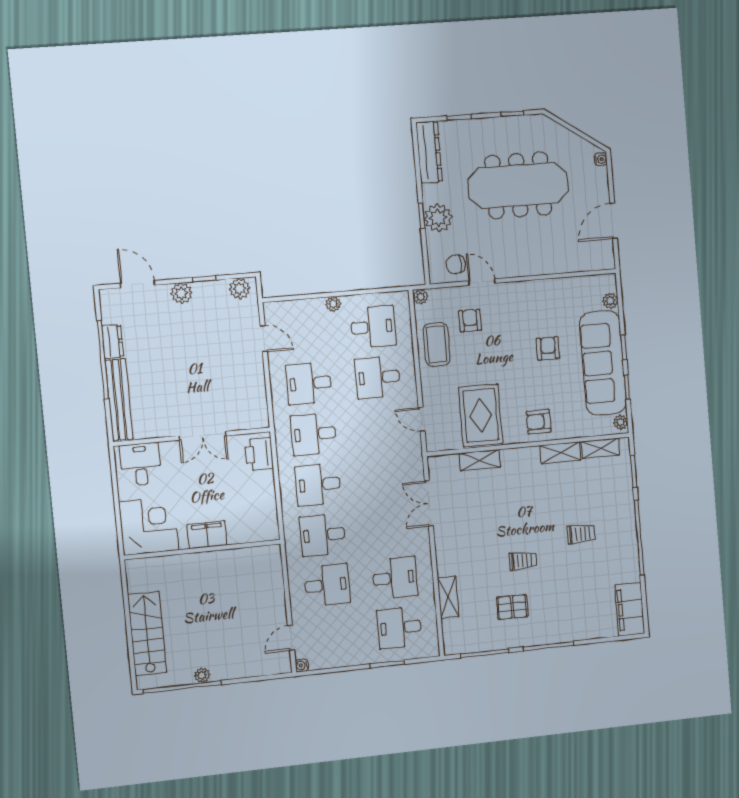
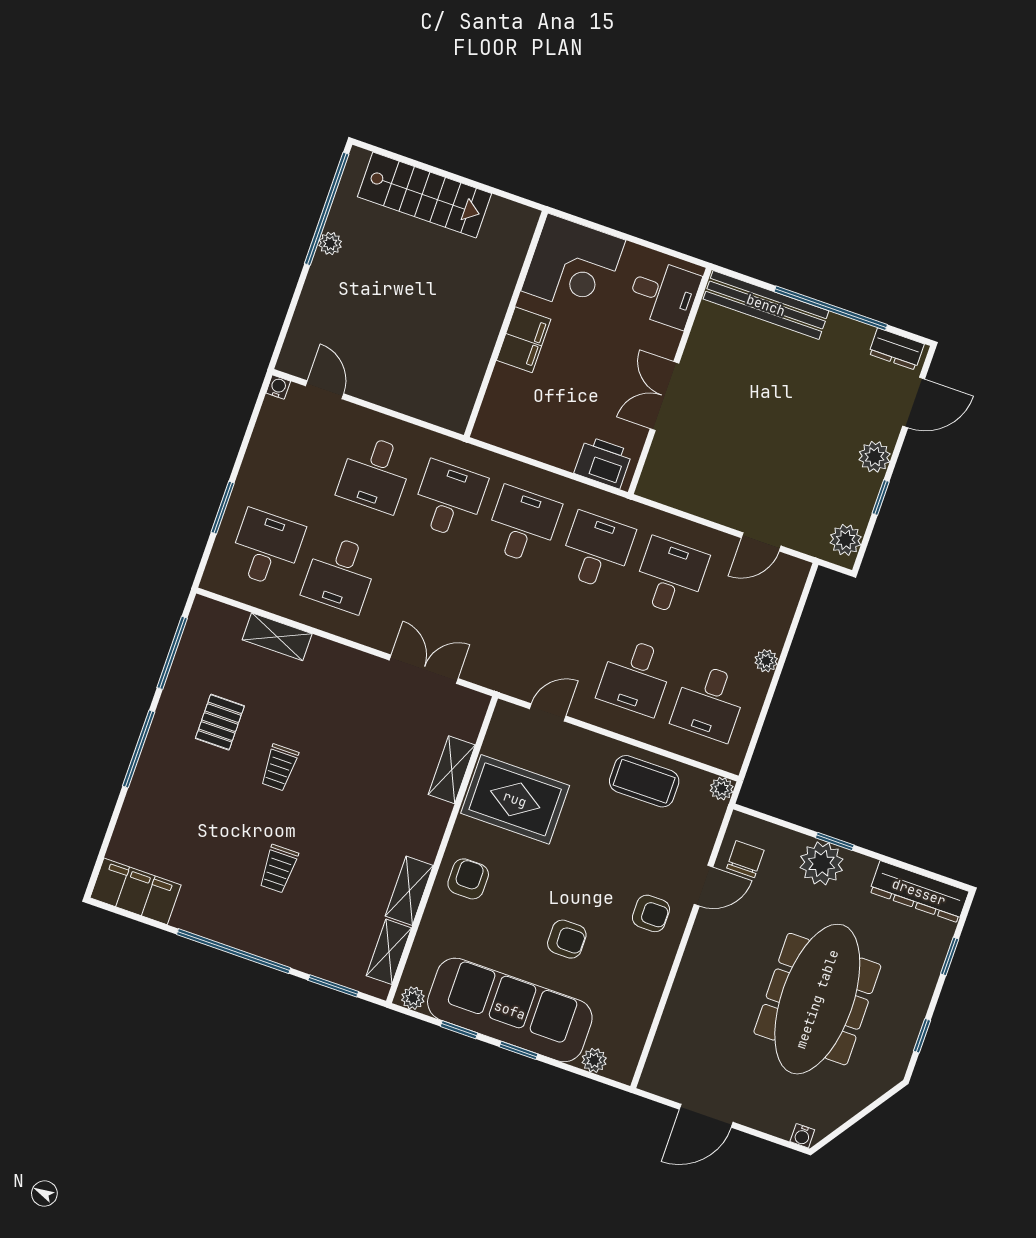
door: (614, 221) -> (706, 1116), swing flipped
armchair: (470, 320) -> (651, 913), moved
dresser: (113, 341) -> (896, 349), moved
desk: (377, 377) -> (636, 677), turned 180

